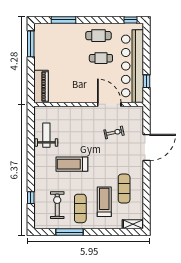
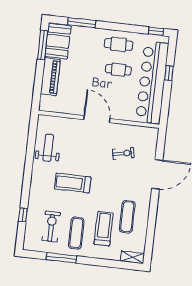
booth: (44, 39) -> (58, 41), added
window: (146, 81) -> (169, 73), moved
piano: (41, 86) -> (50, 77), moved
door: (109, 104) -> (97, 119), moved

